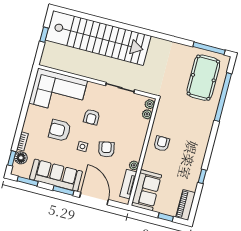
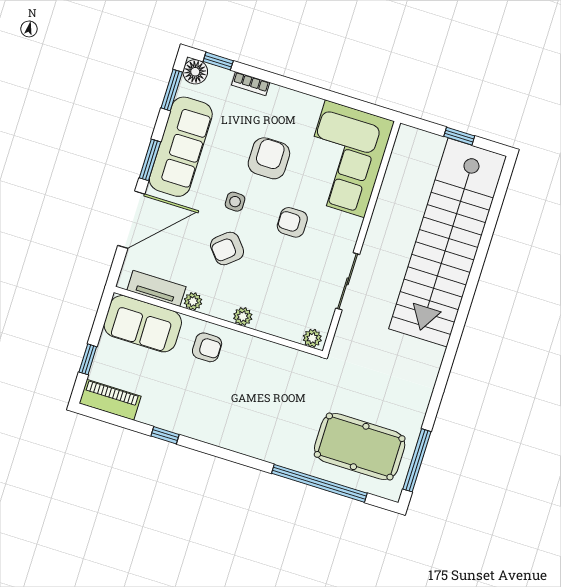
plant: (147, 114) -> (243, 316), moved
armchair: (162, 144) -> (207, 347), moved
armchair: (106, 149) -> (227, 248), turned 152
floor lamp: (21, 158) -> (195, 72), moved

